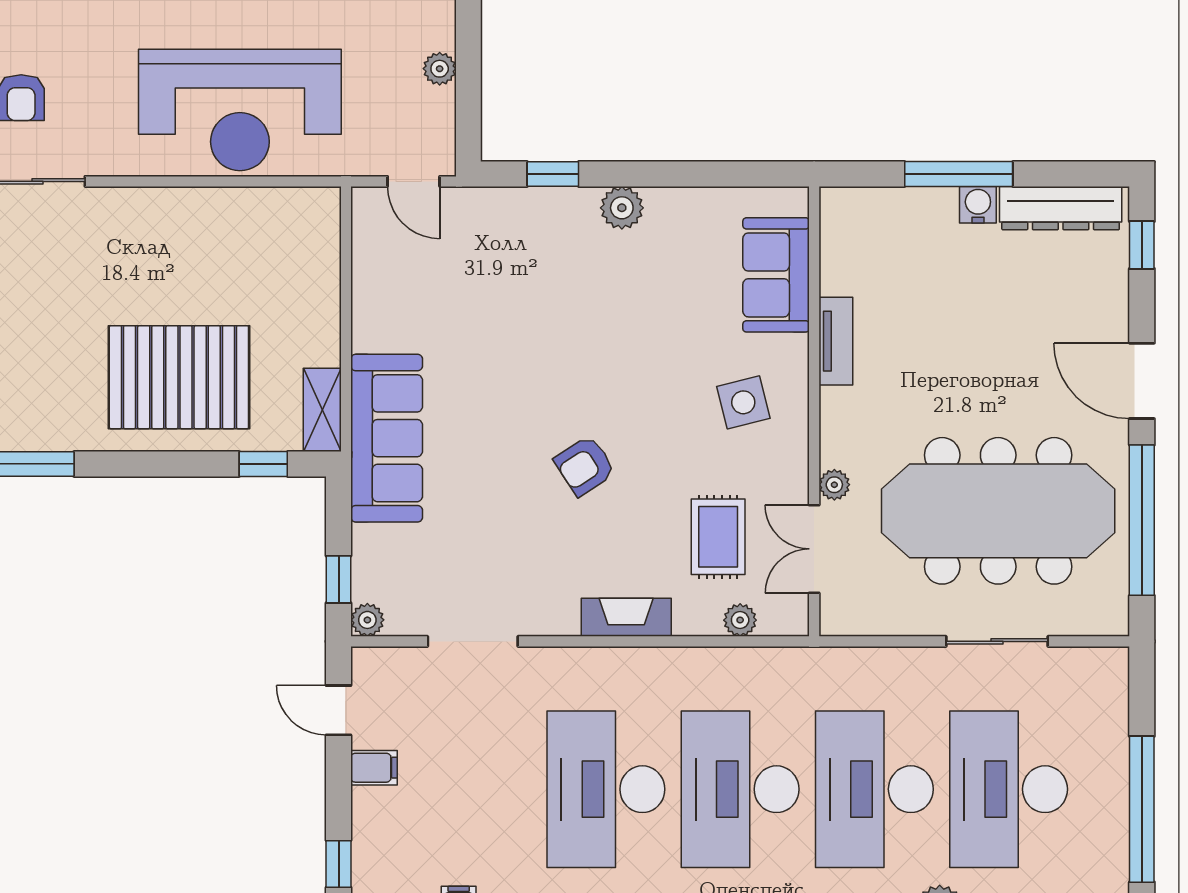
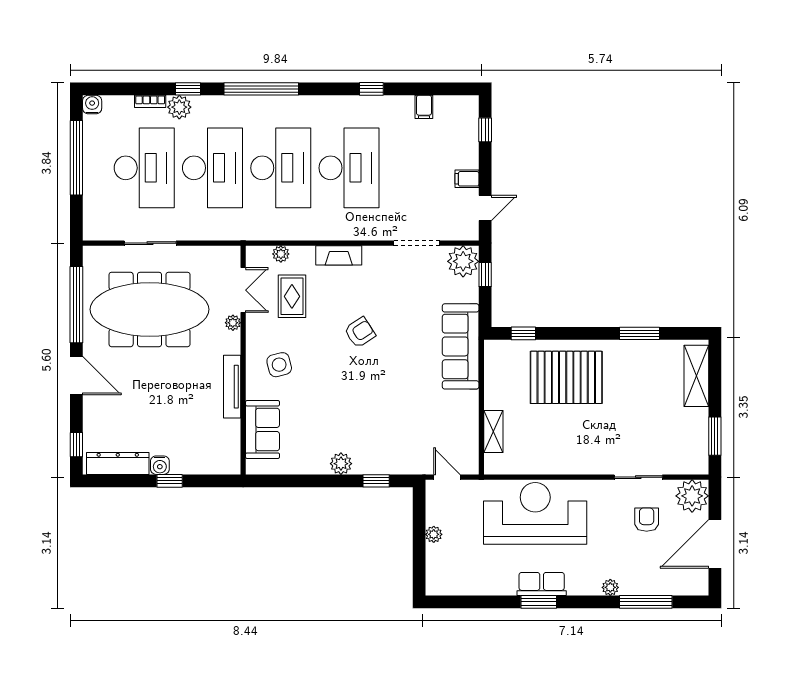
window: (959, 174) -> (170, 481), width x0.46
tv unit: (836, 341) -> (232, 387), width x1.41
shelving: (322, 410) -> (493, 431), moved
plant: (367, 620) -> (463, 261), width x1.87, depth x1.87
door: (339, 710) -> (485, 208), hinge flipped

